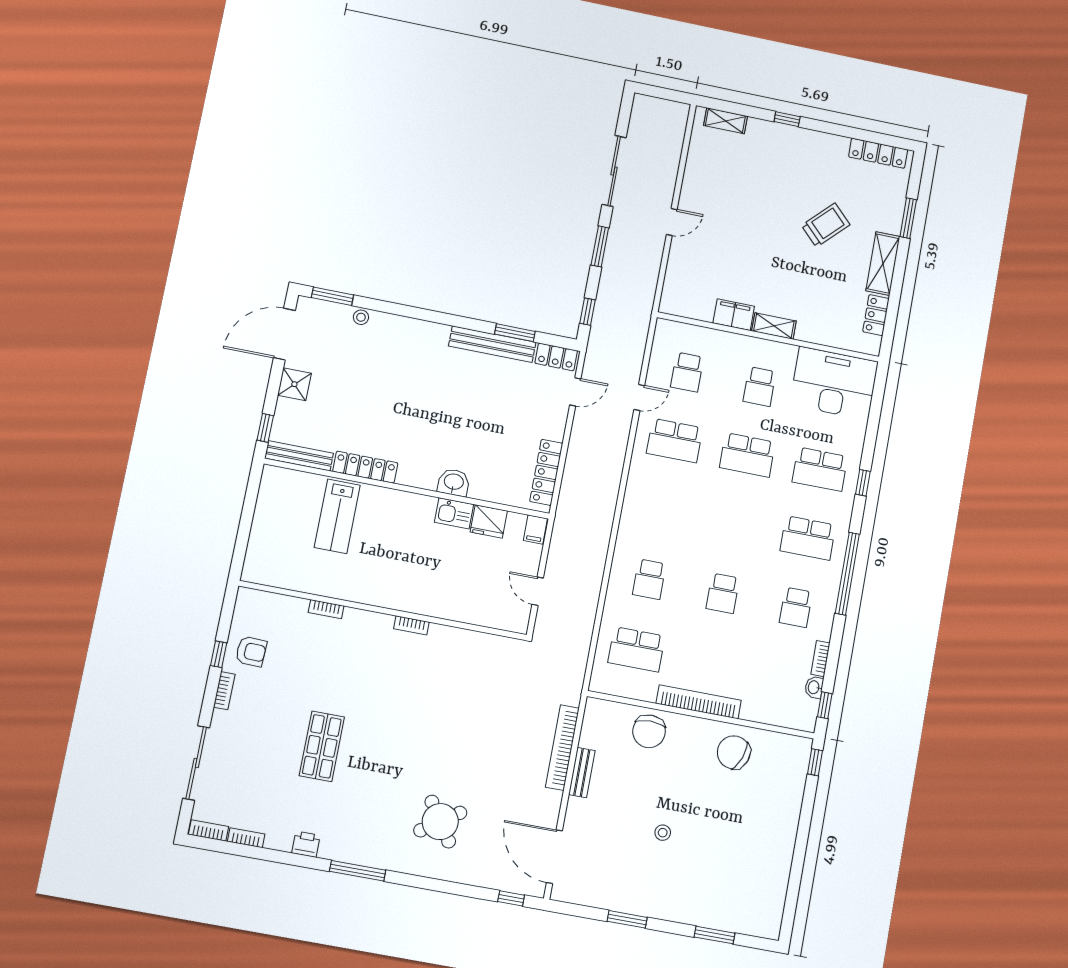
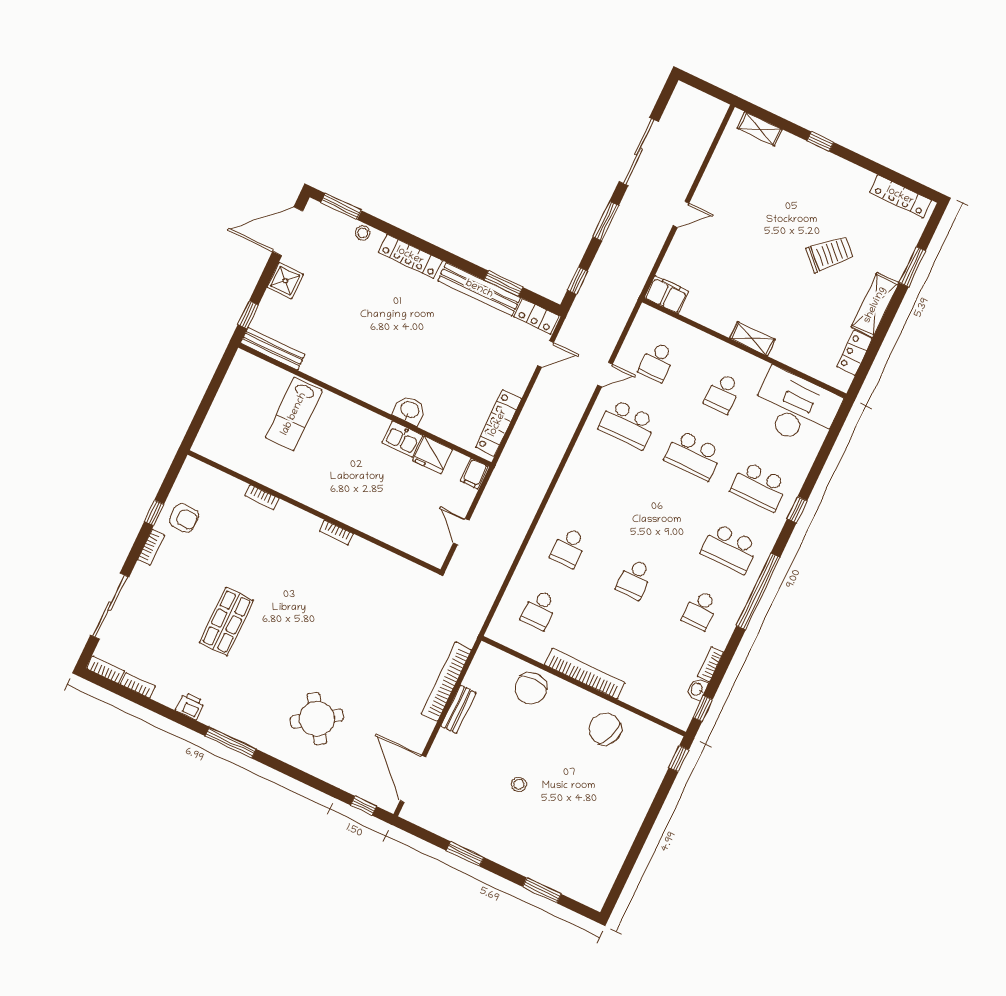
filing cabinet: (734, 315) -> (666, 294), moved
locker: (365, 467) -> (410, 256), moved, turned 180
school desk: (636, 649) -> (539, 610), width x0.54

